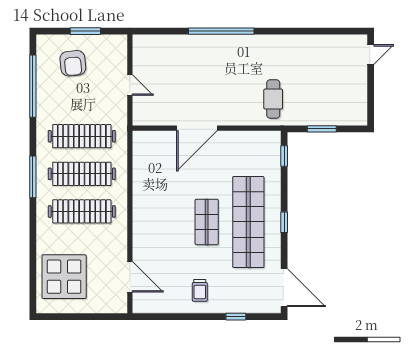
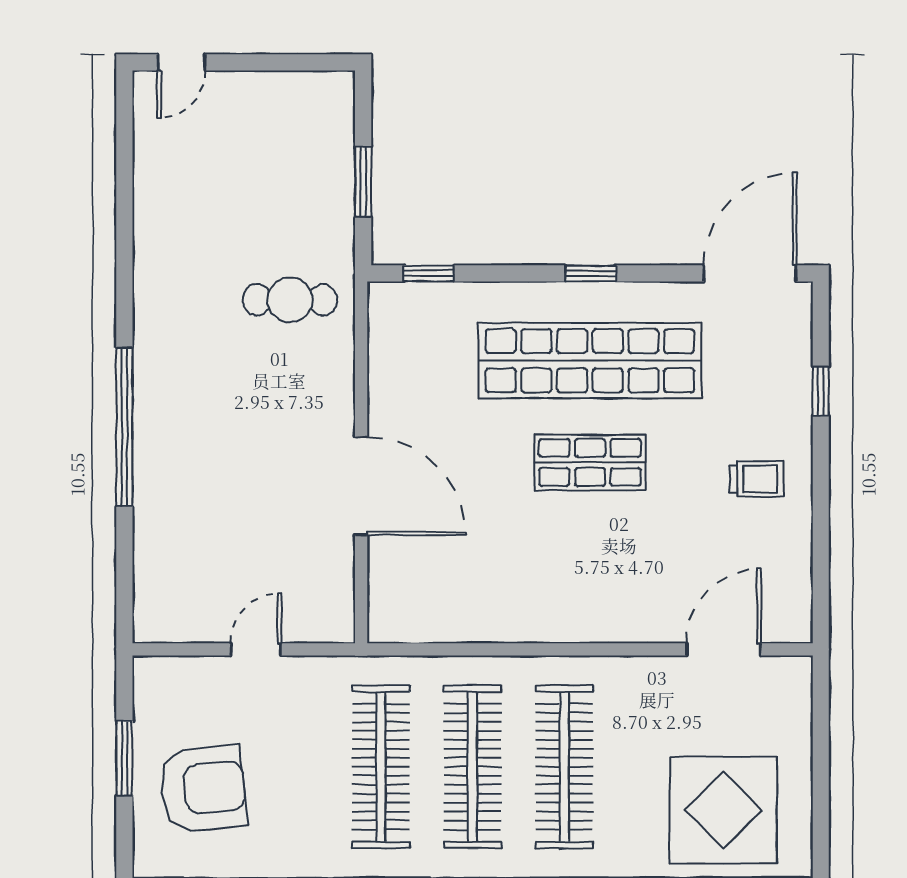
door: (371, 54) -> (181, 62), swing flipped
armchair: (73, 63) -> (203, 789), width x1.36, depth x1.36

